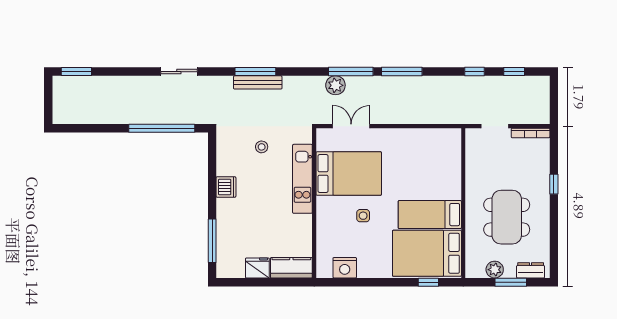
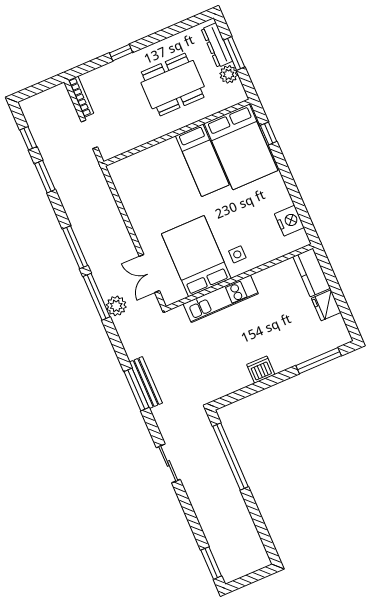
window: (475, 72) -> (45, 177), width x1.50
stool: (262, 147) -> (207, 352), removed
side table: (363, 216) -> (237, 254), moved
dresser: (531, 270) -> (217, 45), width x1.44

